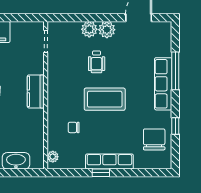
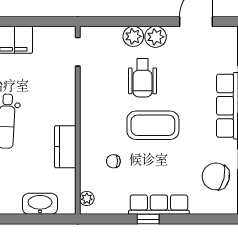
wheelchair: (97, 62) -> (143, 78), width x1.36, depth x1.37
kitchen counter: (36, 91) -> (65, 147), moved
chair: (154, 139) -> (216, 176), turned -76

